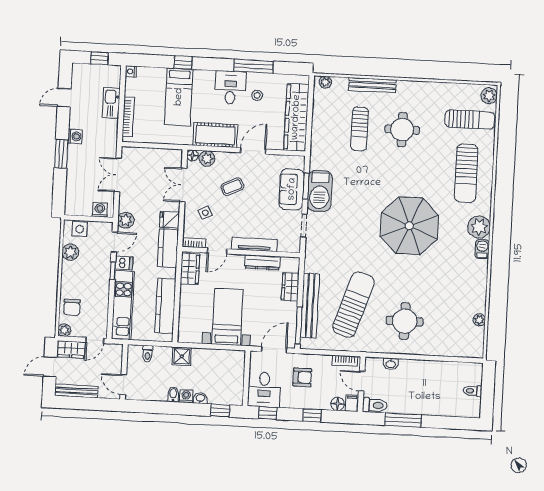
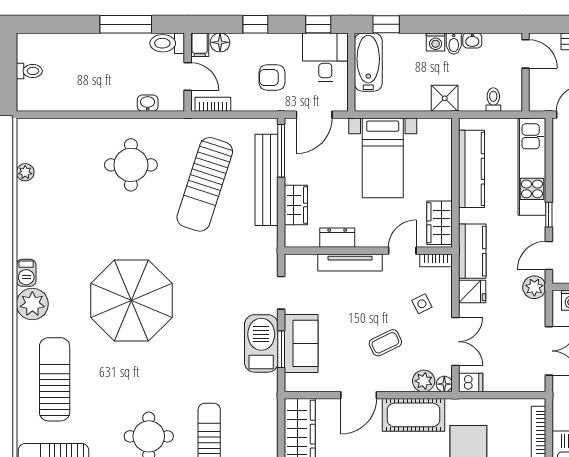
dresser: (262, 262) -> (337, 238), width x0.70
dishwasher: (124, 263) -> (471, 383), moved, turned 180
bathtub: (234, 385) -> (368, 62), added
washbasin: (200, 398) -> (472, 40), moved

